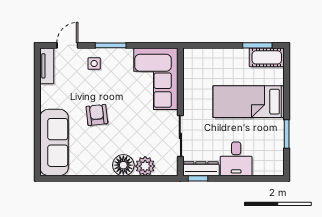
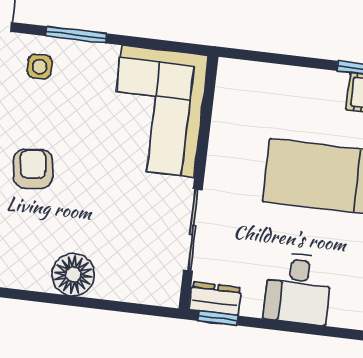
plant: (145, 166) -> (116, 281), removed
dresser: (201, 169) -> (215, 299), width x0.70

